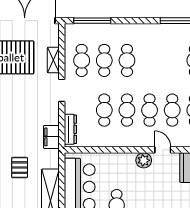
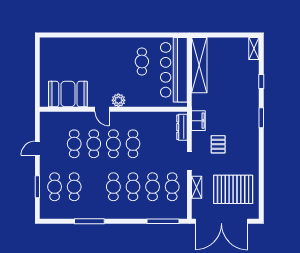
cafe table: (104, 110) -> (113, 187), moved
pallet: (20, 168) -> (218, 144), moved

